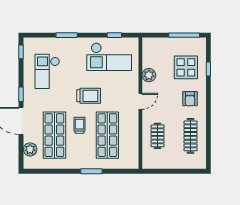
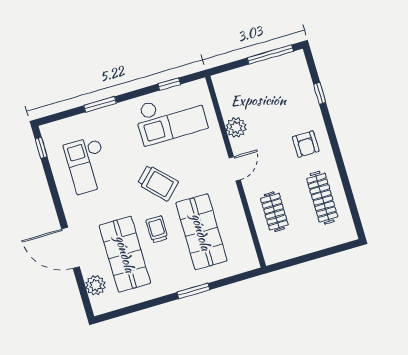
display table: (186, 67) -> (286, 101), removed
window: (21, 94) -> (59, 209), removed
trolley: (89, 96) -> (158, 183), turned 46

